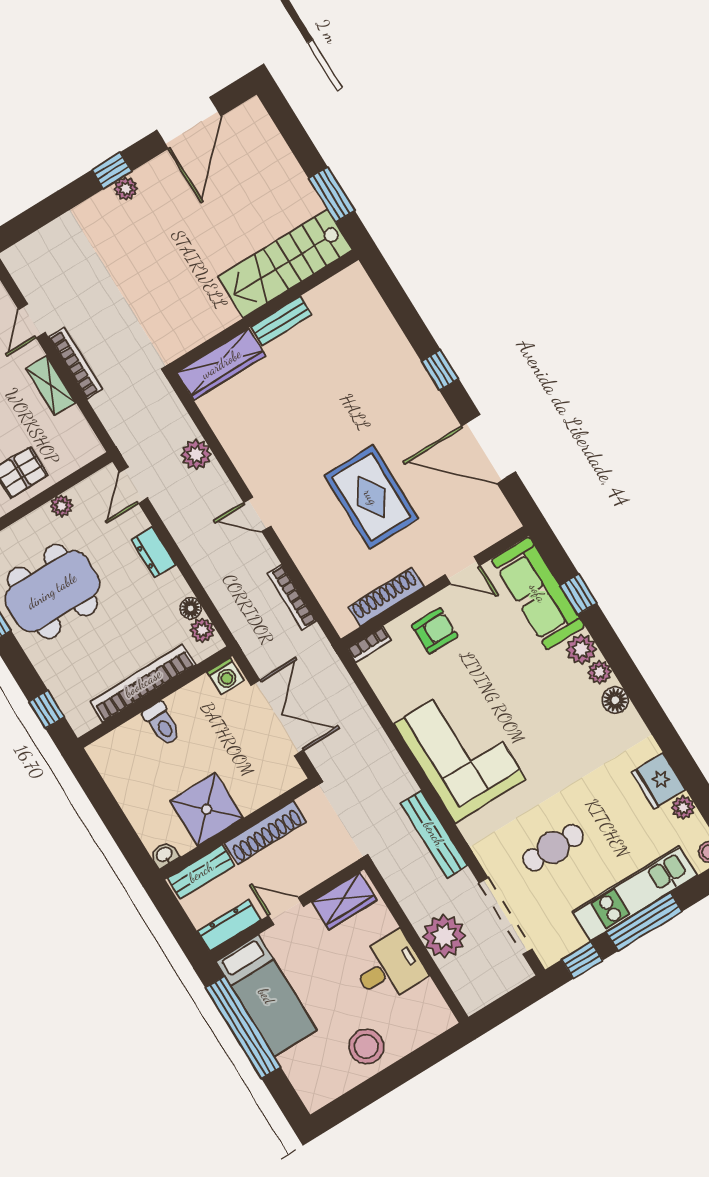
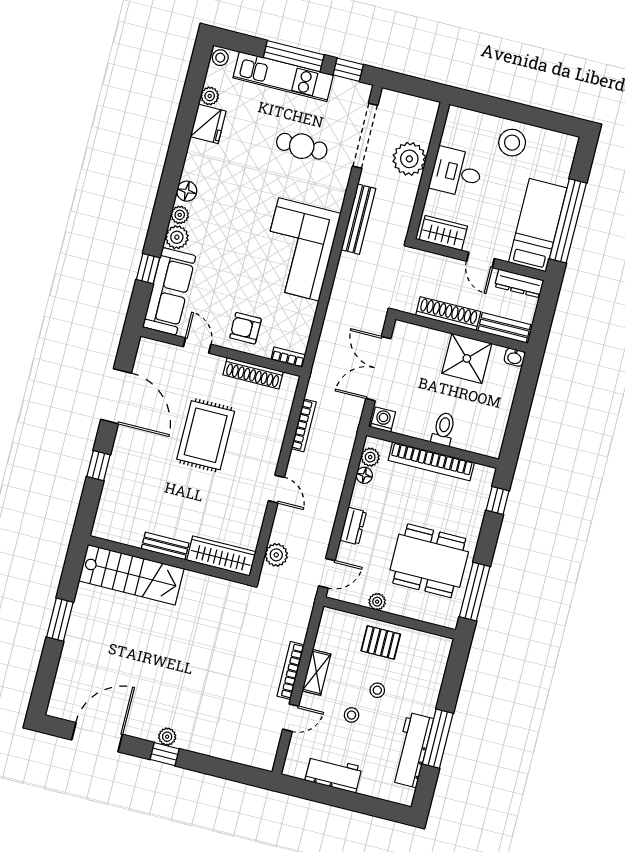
stairs: (285, 264) -> (131, 575), moved
wall: (265, 311) -> (169, 560), moved
bench: (281, 321) -> (165, 546), moved
wardrobe: (221, 364) -> (221, 556), moved

